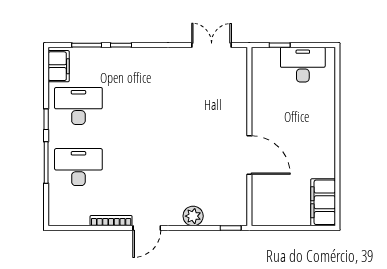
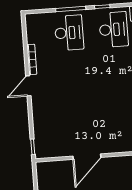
plant: (193, 216) -> (39, 119), removed
door: (147, 228) -> (28, 86), hinge flipped

